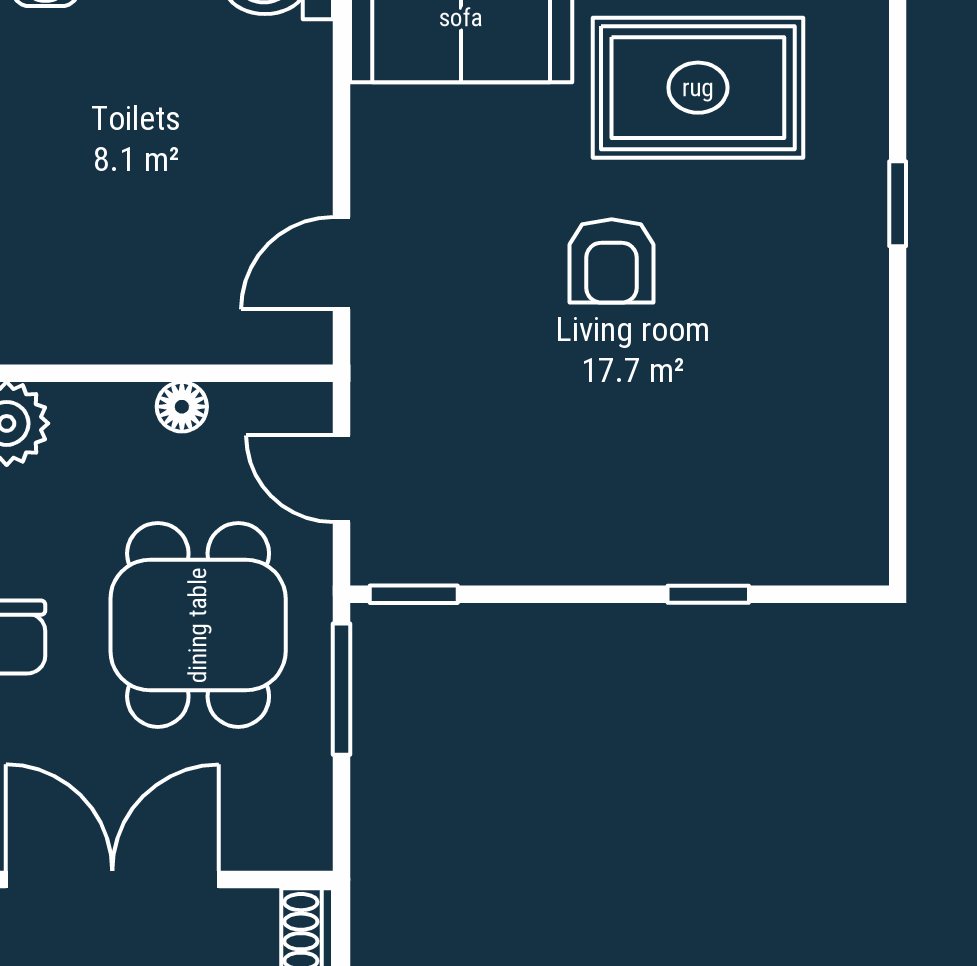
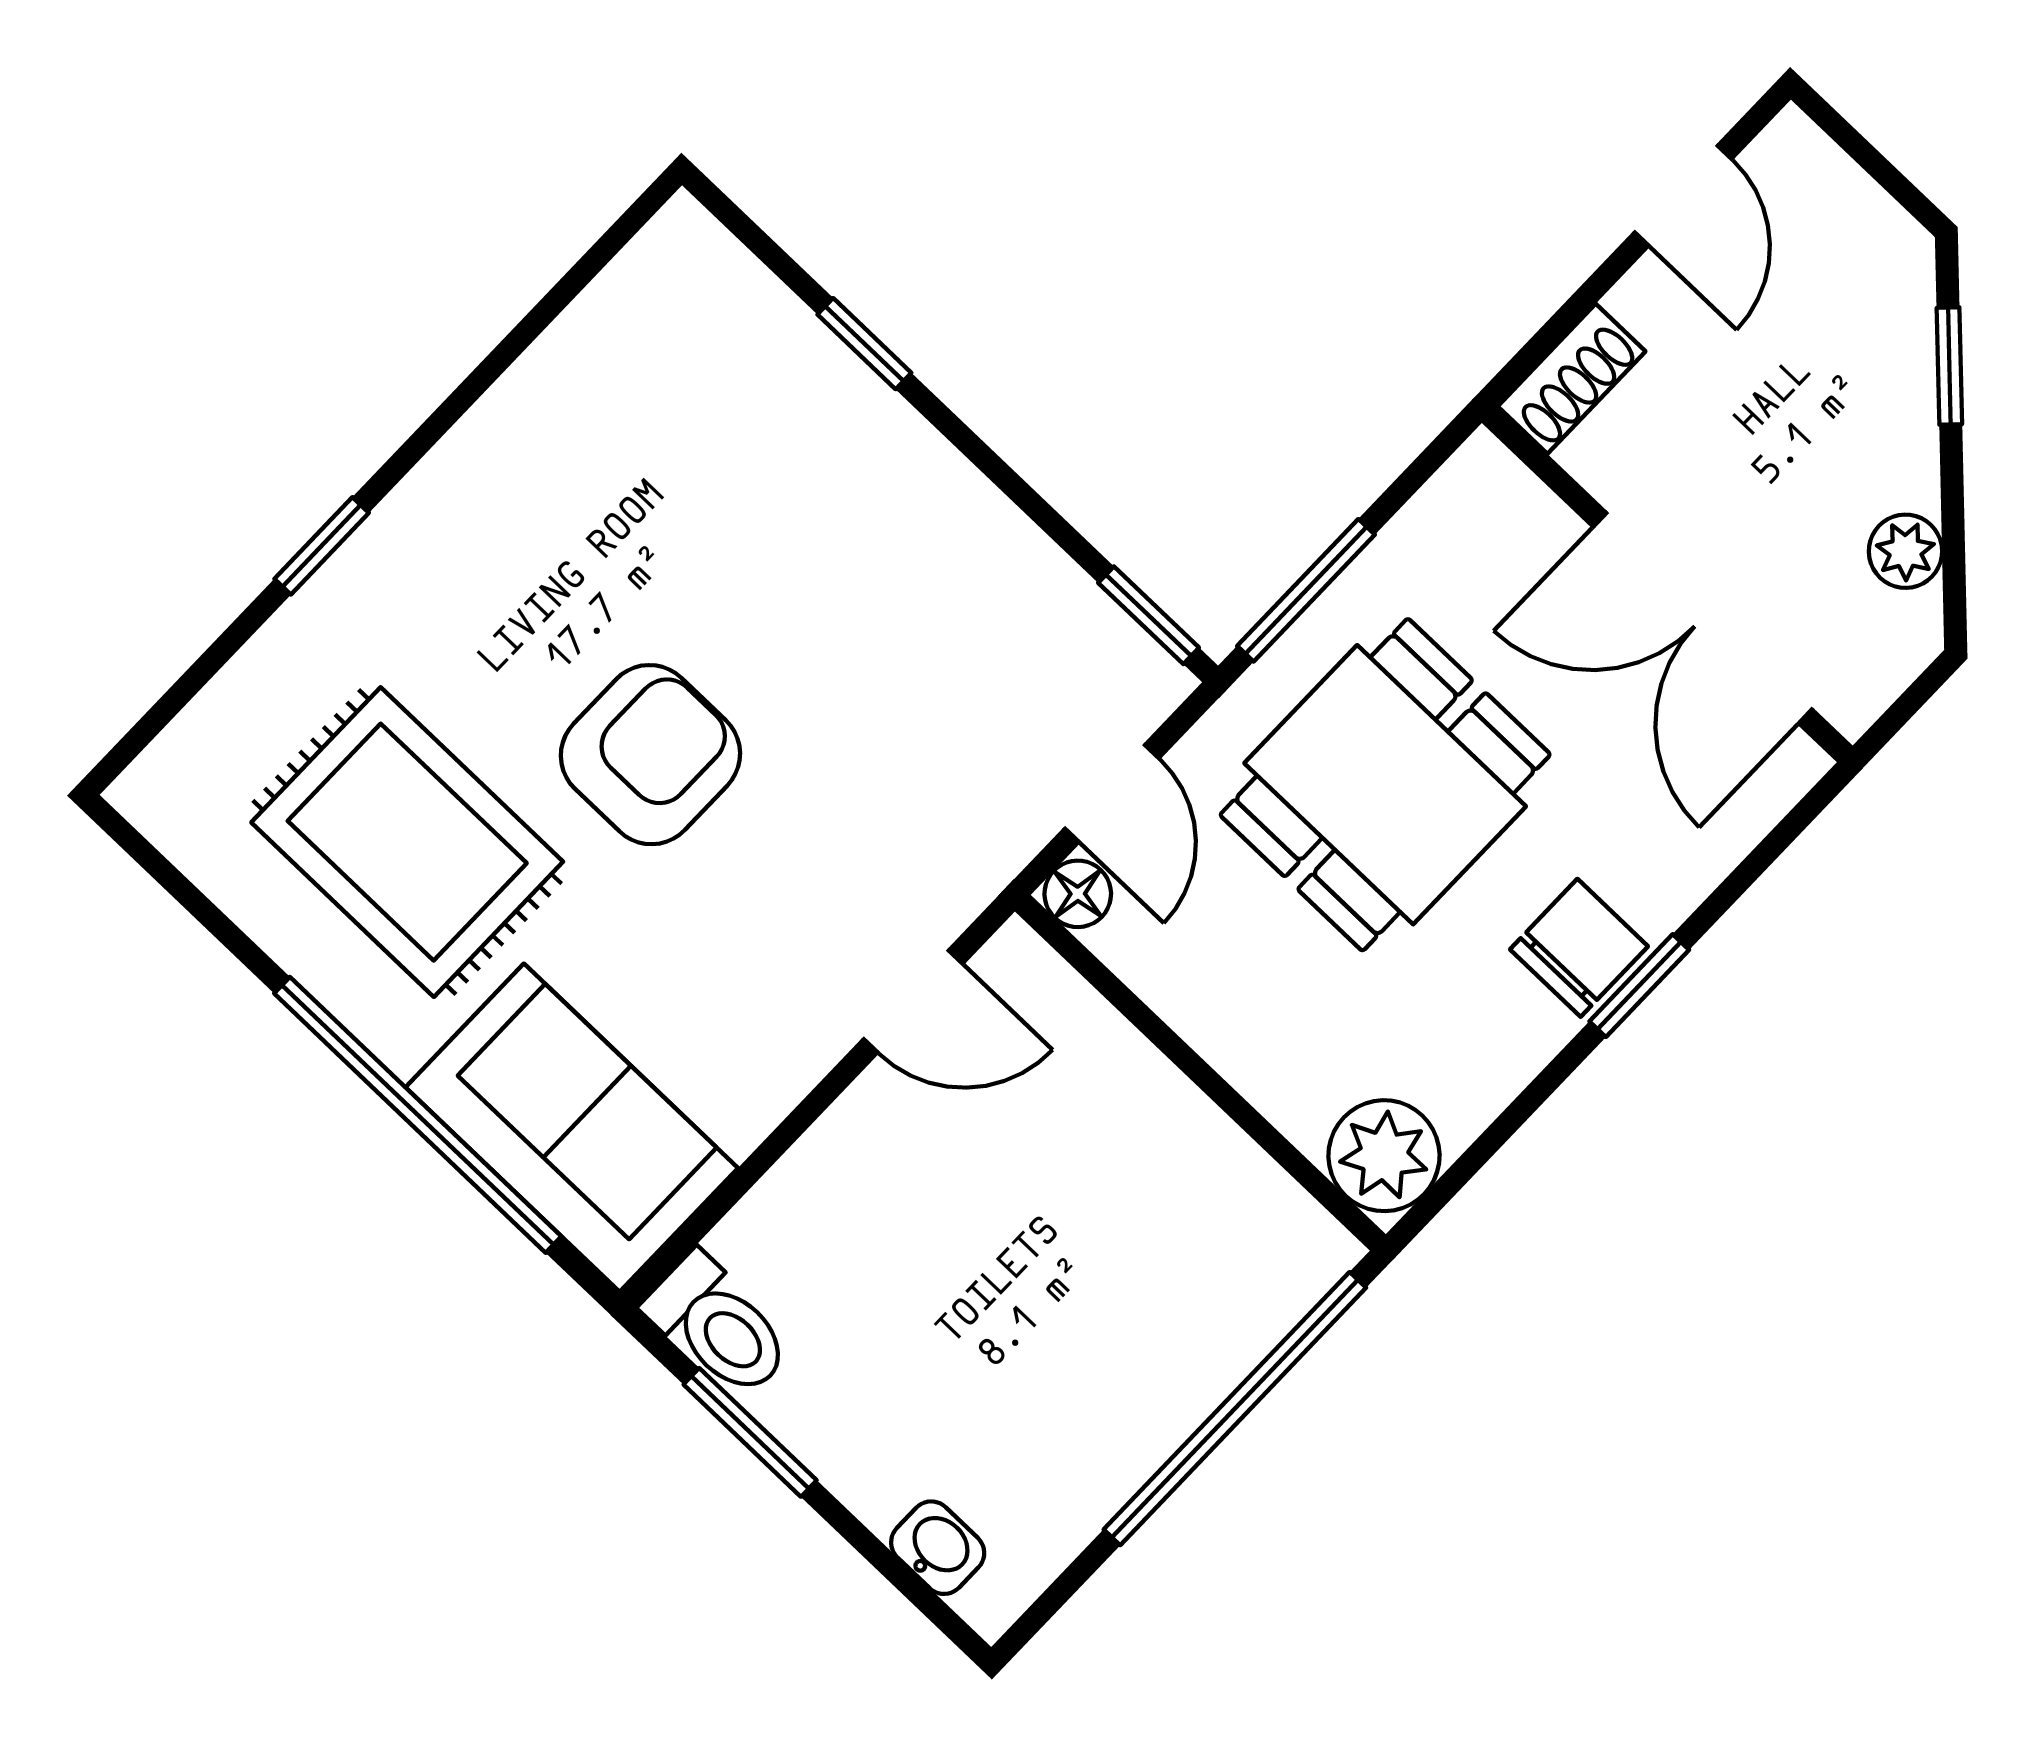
armchair: (612, 261) -> (650, 755), width x1.38, depth x1.38
floor lamp: (182, 407) -> (1078, 894), moved

